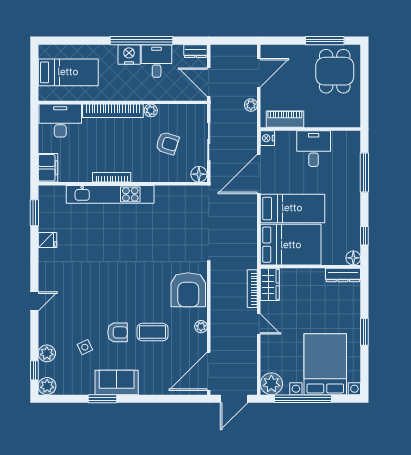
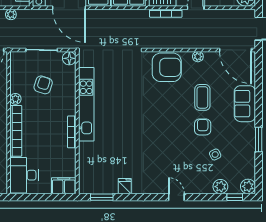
kitchen unit: (110, 194) -> (86, 104), moved
sofa: (117, 382) -> (245, 104), moved

